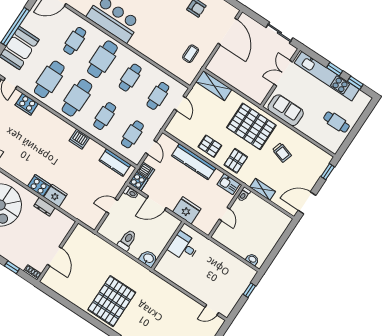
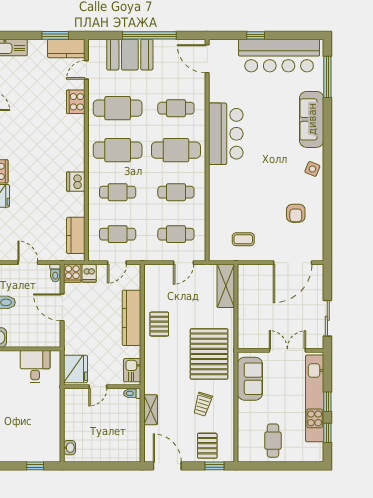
pallet: (236, 161) -> (207, 446), moved, turned 90
fridge: (187, 210) -> (76, 369), moved

